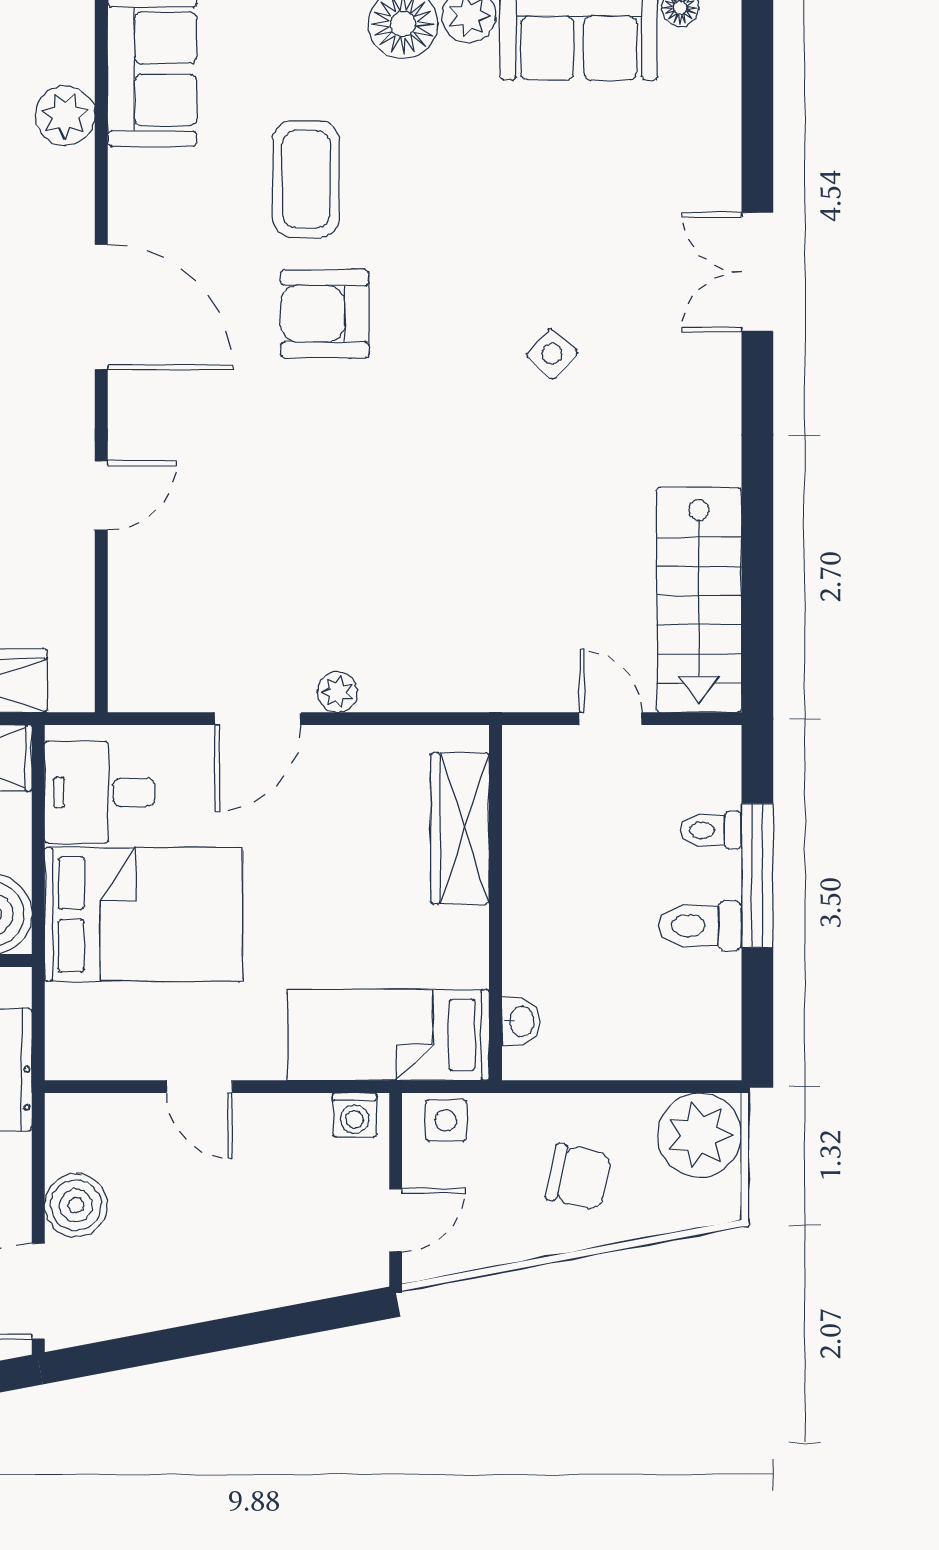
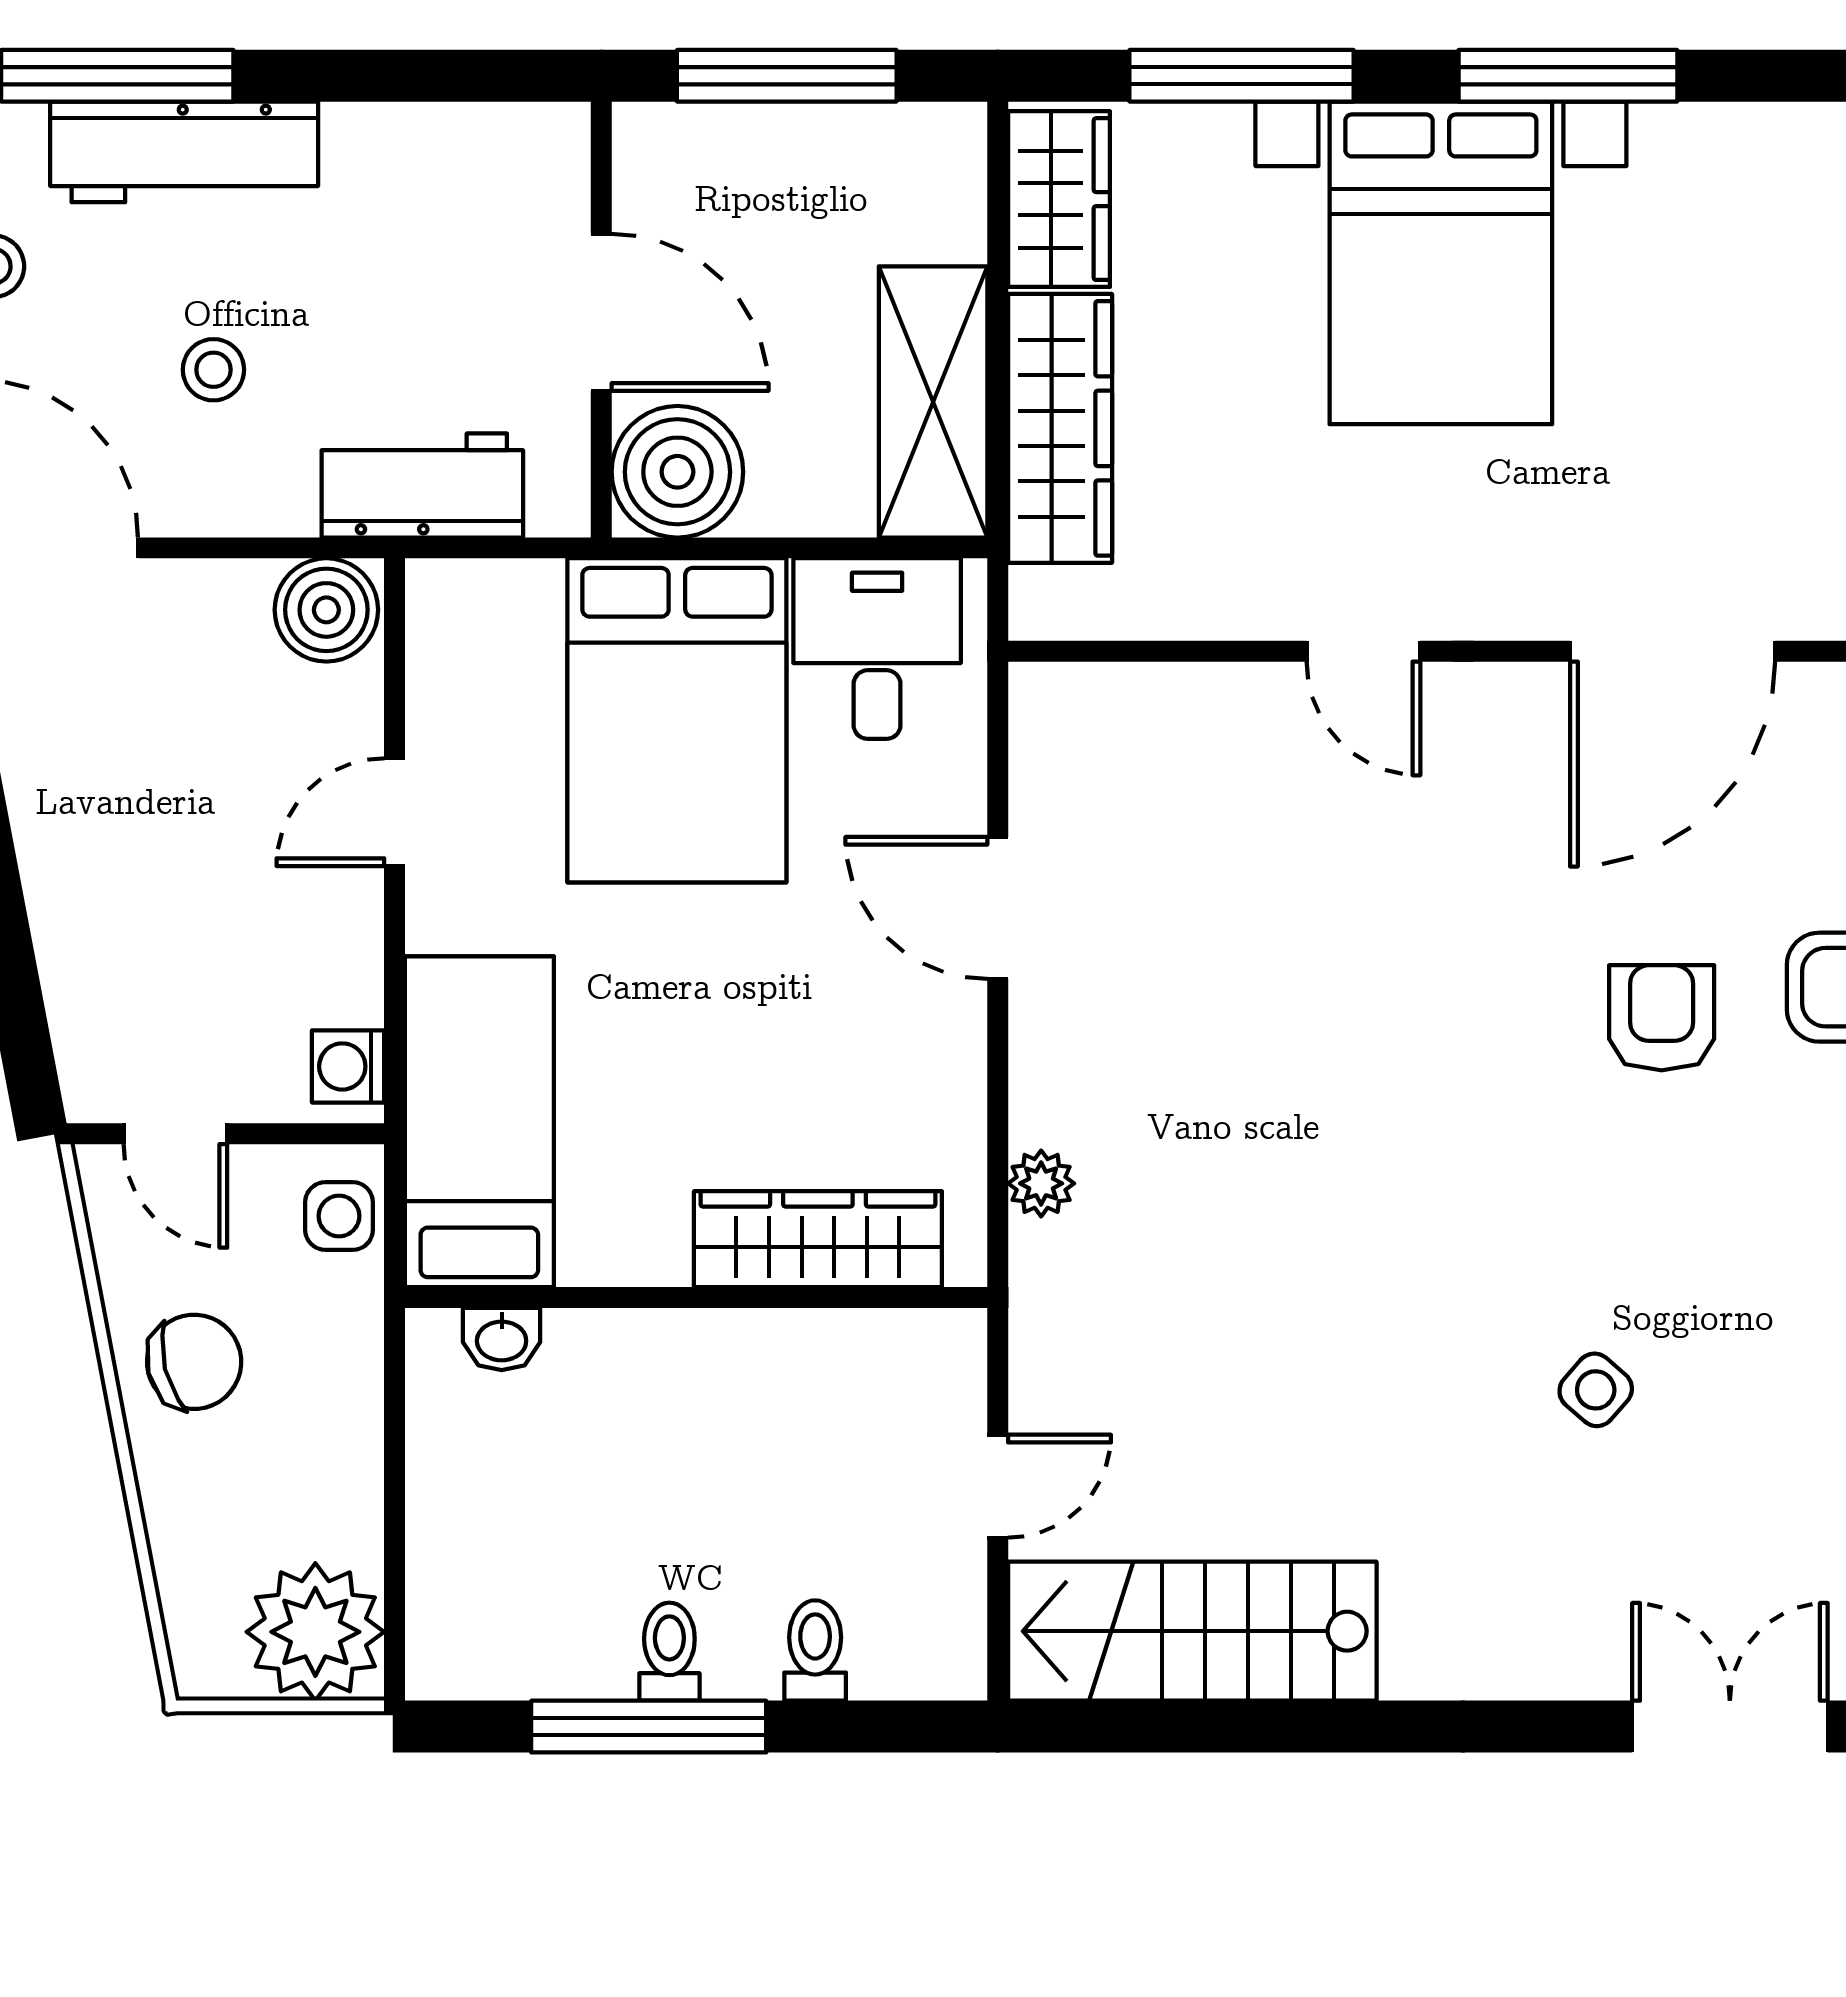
armchair: (325, 314) -> (1662, 1018), width x0.72, depth x0.72
plant: (338, 692) -> (1041, 1183), moved
window: (757, 876) -> (649, 1727), moved
toilet: (700, 926) -> (669, 1652), width x0.73, depth x0.72
chair: (579, 1177) -> (194, 1362), moved, turned -116
boiler: (76, 1205) -> (326, 610), moved

